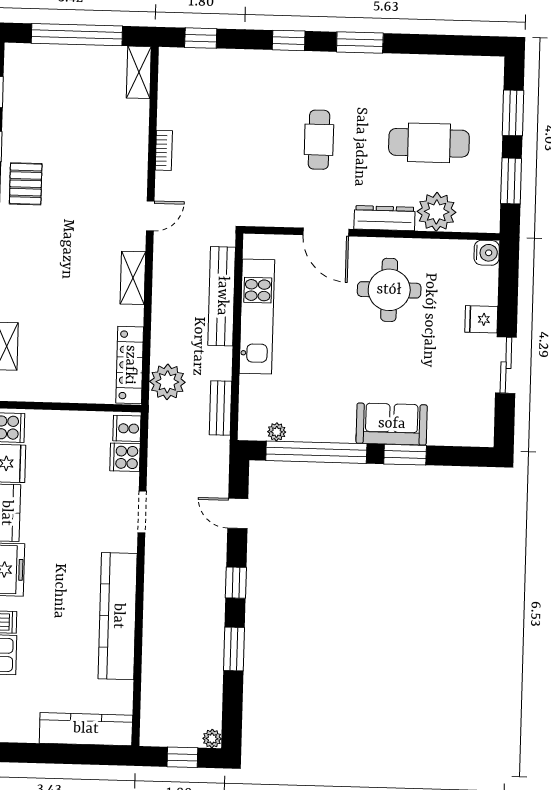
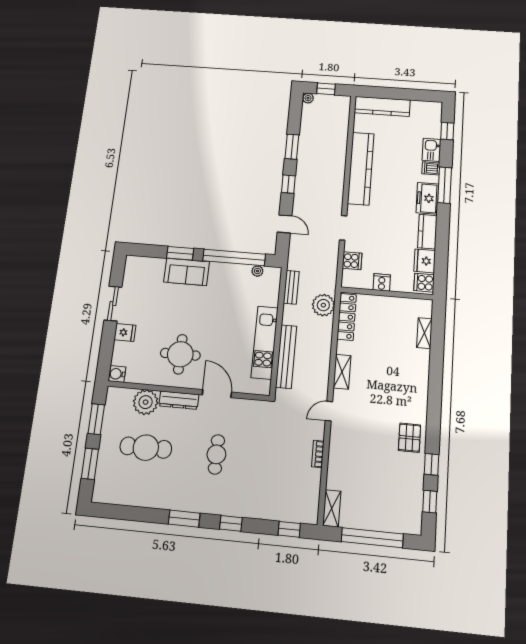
cooker: (127, 428) -> (382, 282), moved, turned -90

